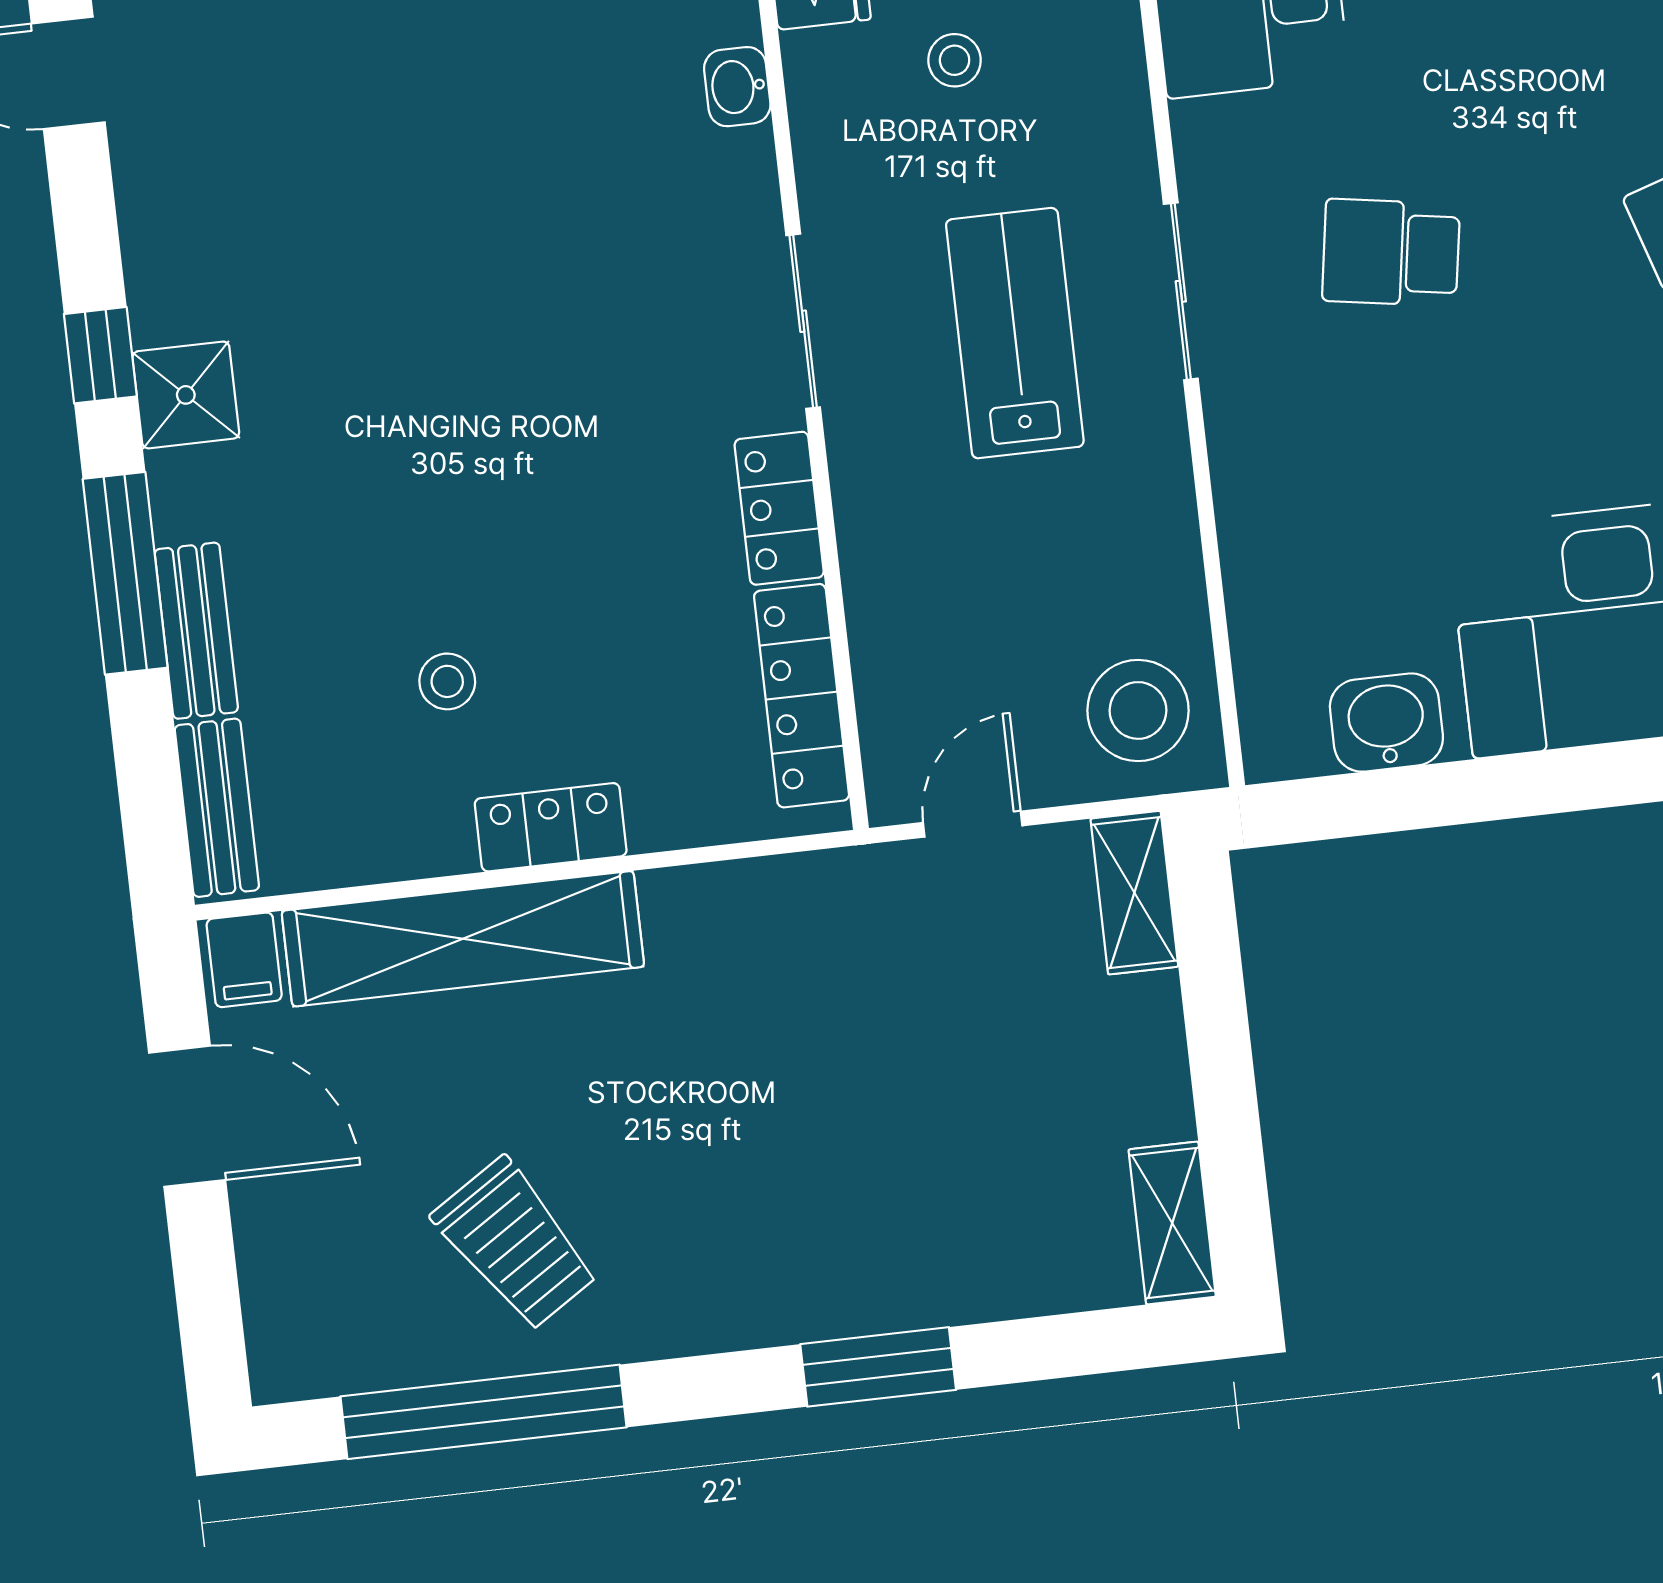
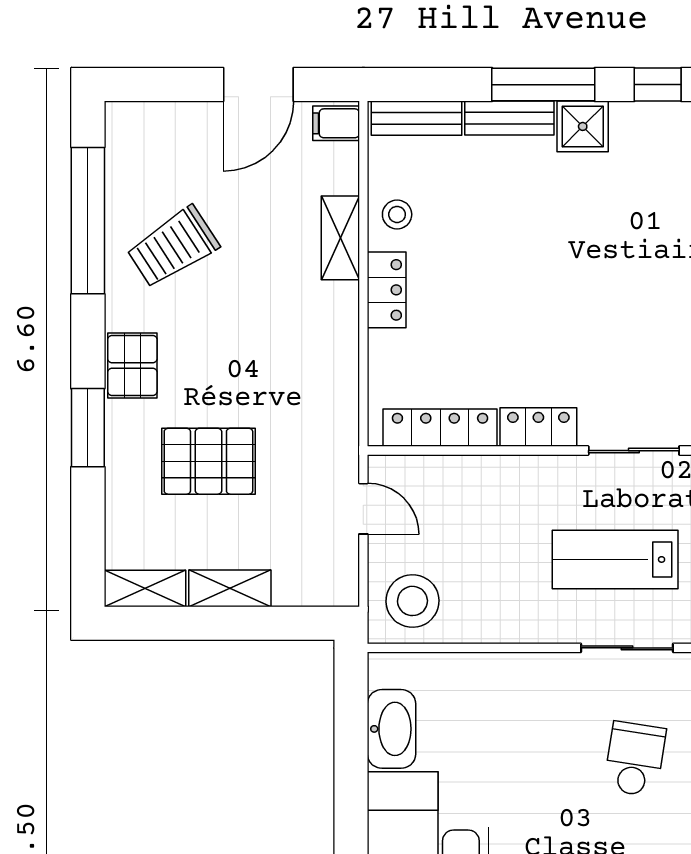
lab bench: (1015, 333) -> (615, 559), turned 180
shower: (186, 395) -> (583, 126), moved
stool: (447, 681) -> (397, 214), moved
washbasin: (1386, 723) -> (392, 729), width x1.38
shelving: (1134, 893) -> (230, 588), moved
shelving: (463, 939) -> (340, 238), width x0.45, depth x0.75
pallet: (916, 1130) -> (208, 461), added
pallet: (750, 1296) -> (132, 365), added

